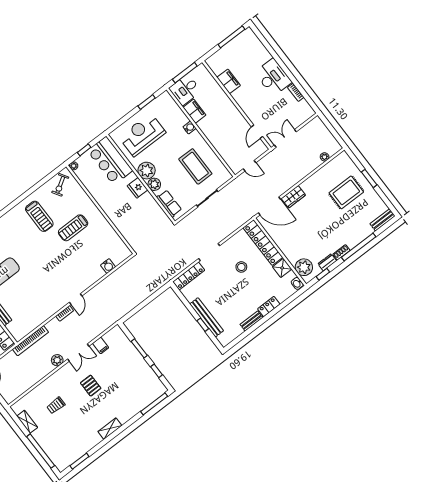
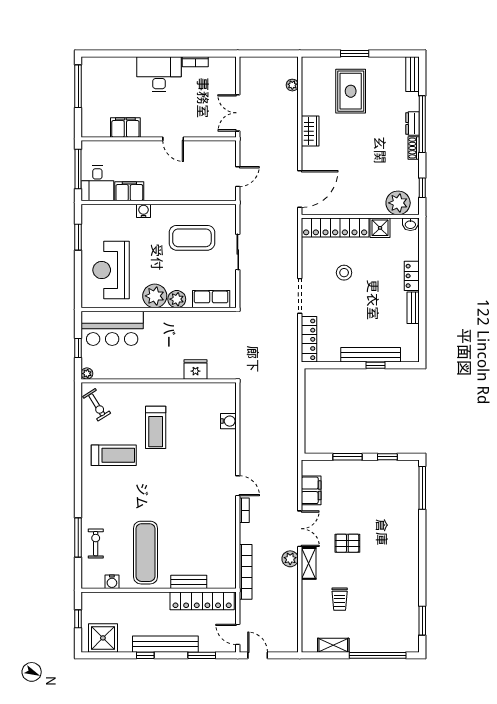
door: (257, 132) -> (173, 139), moved
fridge: (138, 188) -> (195, 370), moved, turned 180
wardrobe: (293, 197) -> (310, 131), moved
dresser: (327, 262) -> (413, 124), moved
filing cabinet: (101, 346) -> (311, 490), width x2.00
shelving: (110, 429) -> (309, 563), moved

